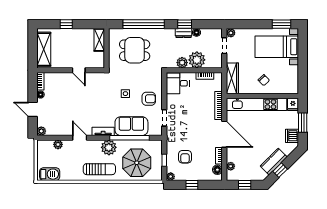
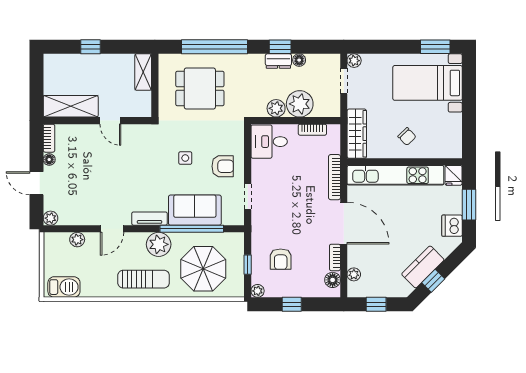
shelving: (44, 49) -> (71, 106), moved, turned 90
door: (80, 138) -> (112, 229), swing flipped

